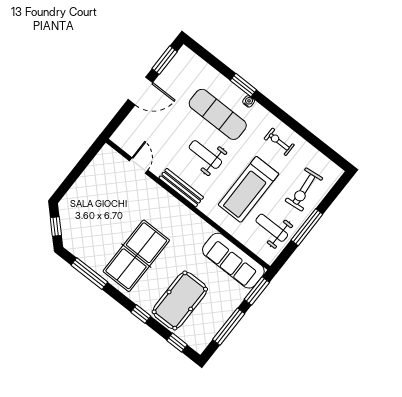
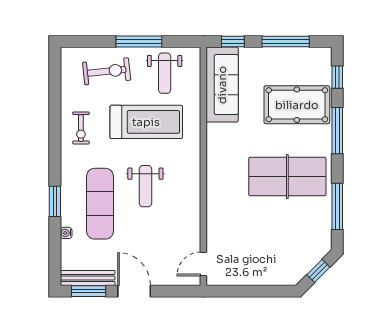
water cooler: (249, 101) -> (66, 233), moved
door: (139, 166) -> (203, 264), moved
bench: (181, 188) -> (88, 278), moved, turned 90
window: (257, 291) -> (233, 41), width x0.67
window: (141, 314) -> (337, 131), width x2.17

